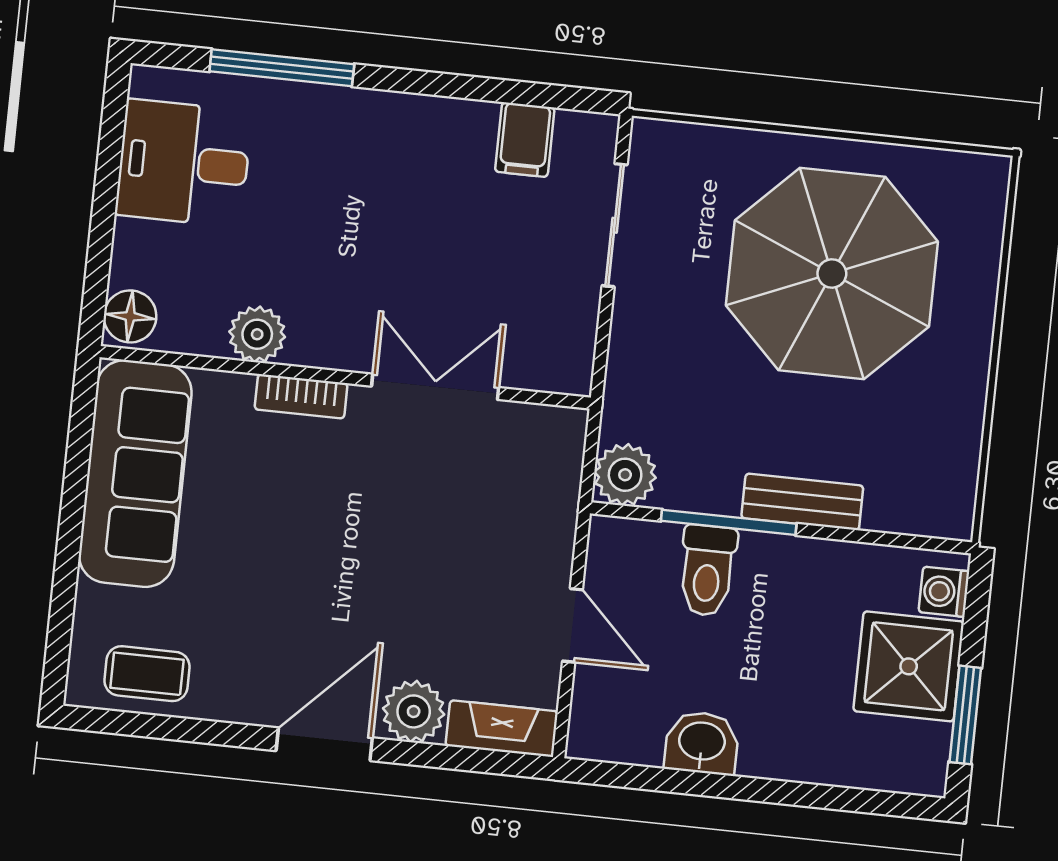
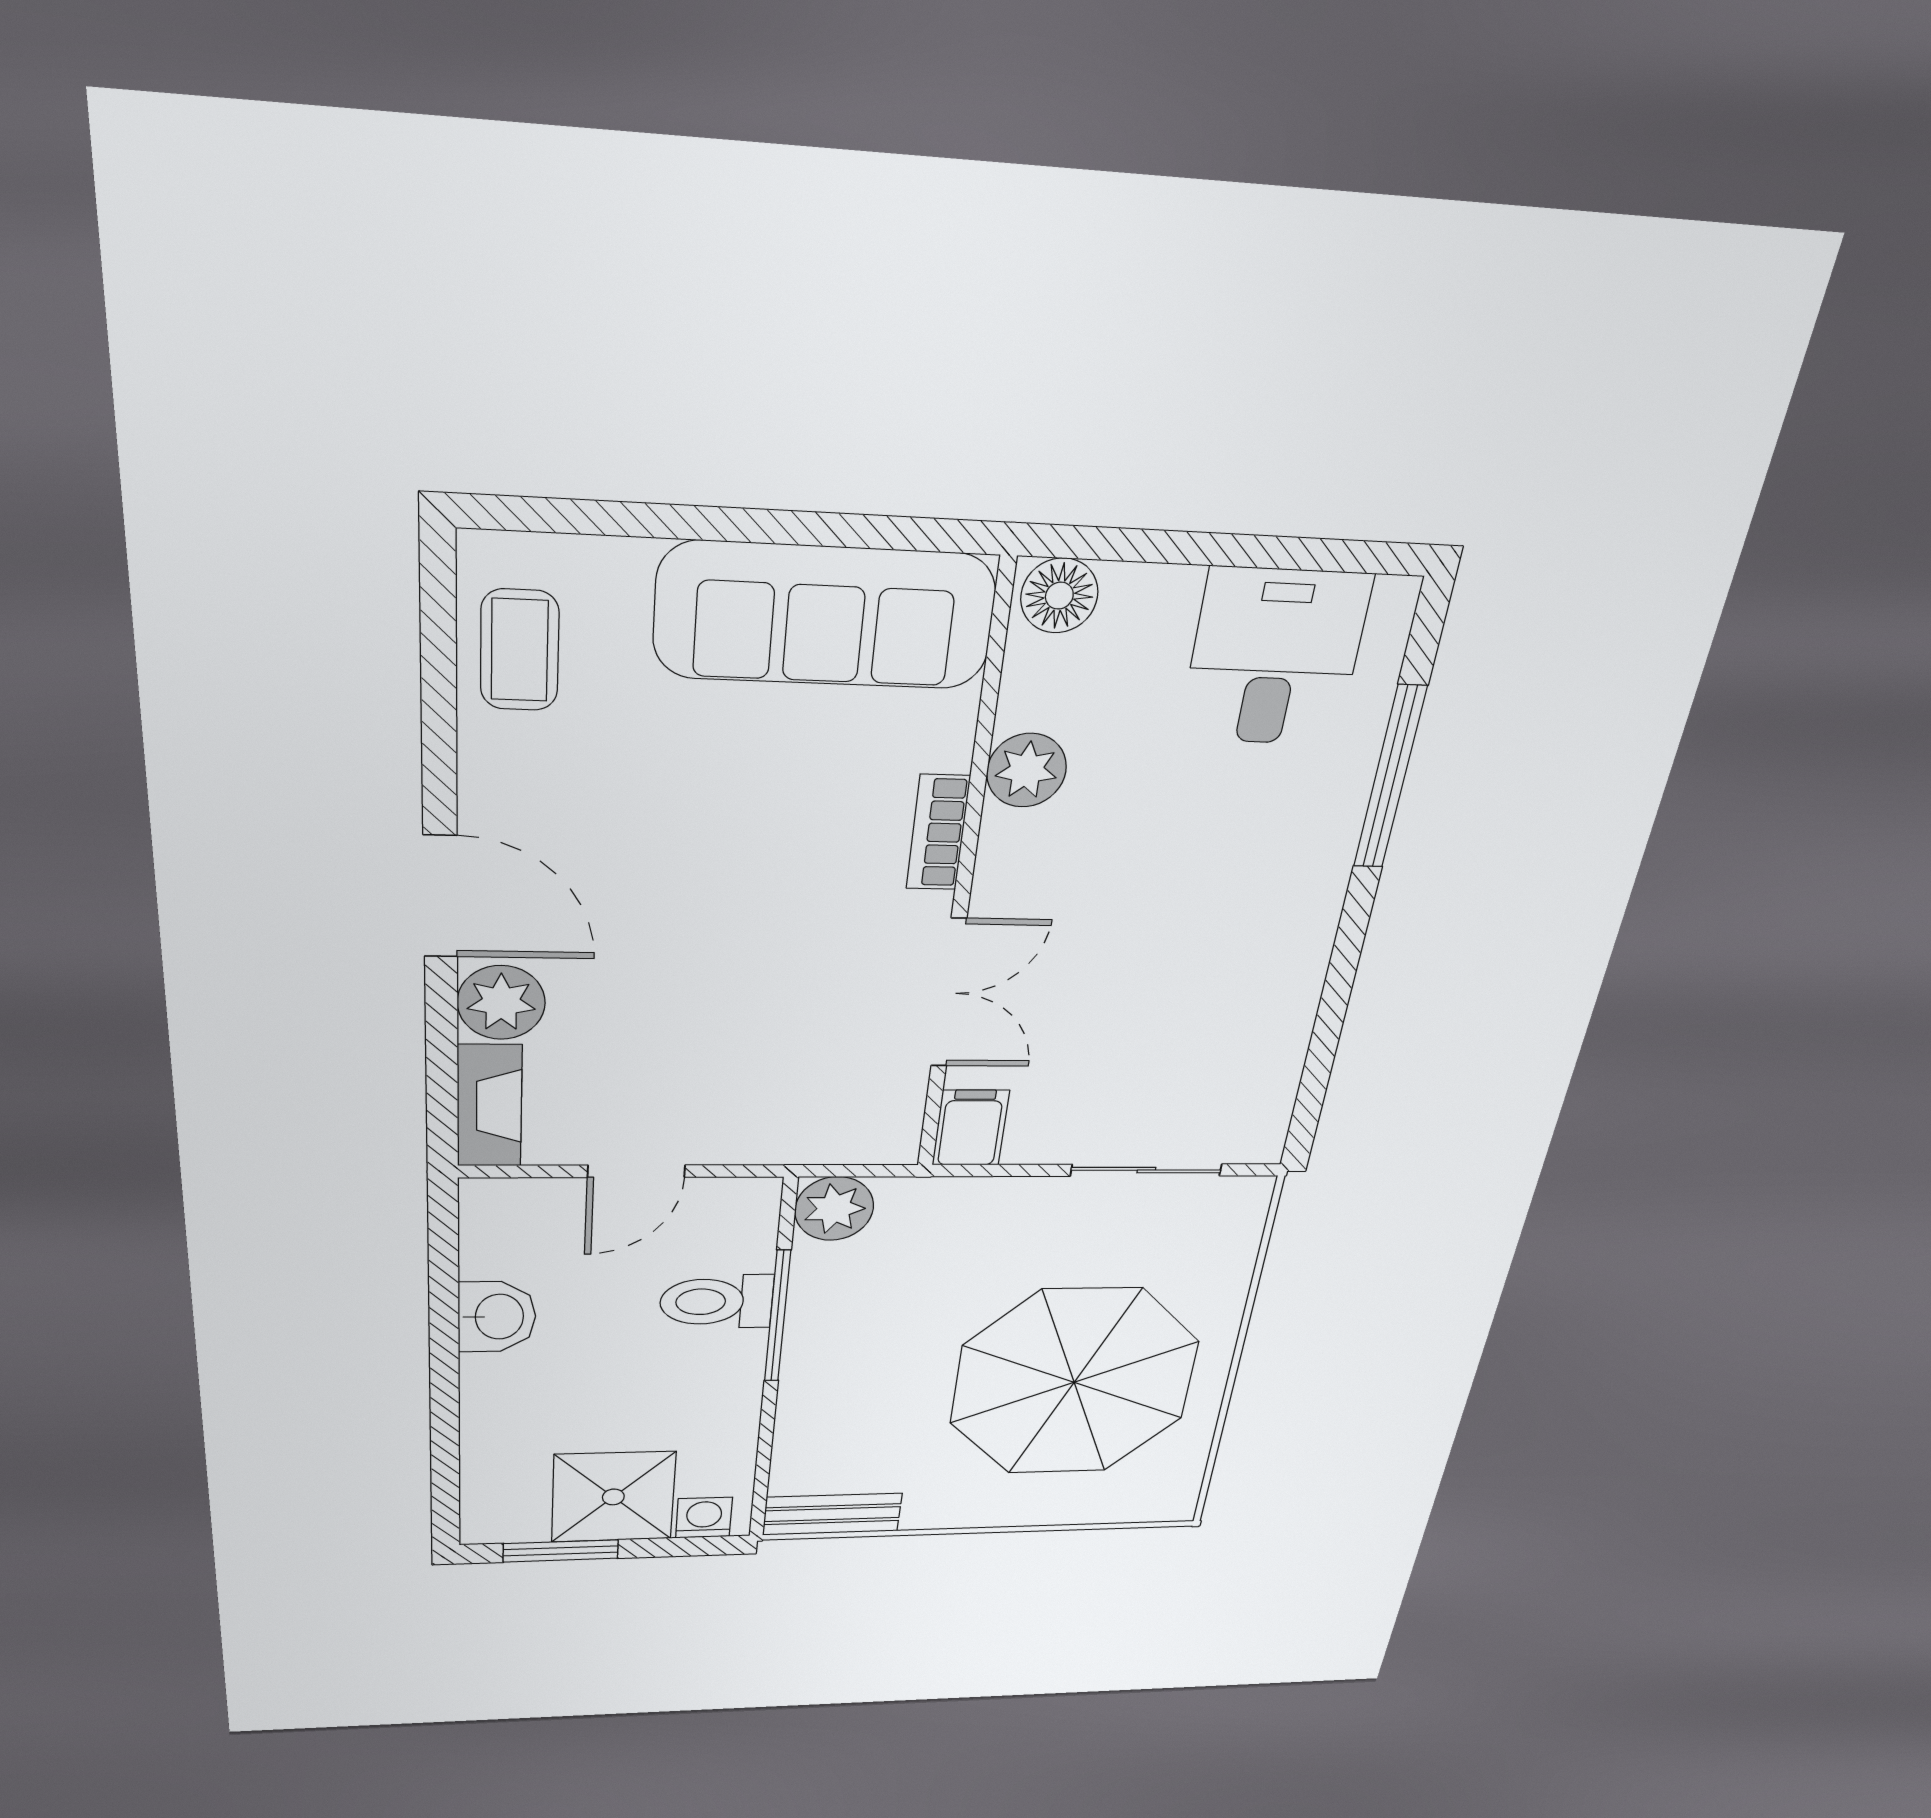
filing cabinet: (525, 140) -> (971, 1128), moved, turned 90
bench: (802, 502) -> (832, 1514), moved, turned 90

